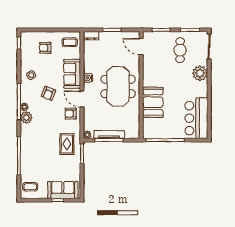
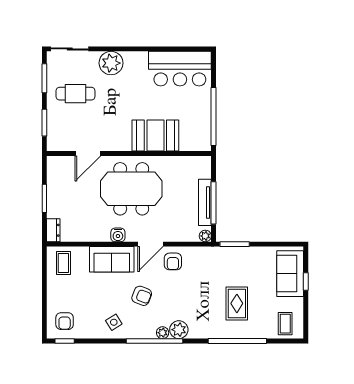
door: (141, 47) -> (88, 153), moved
armchair: (45, 48) -> (65, 321), moved
rug: (67, 144) -> (237, 303), moved, turned 90

